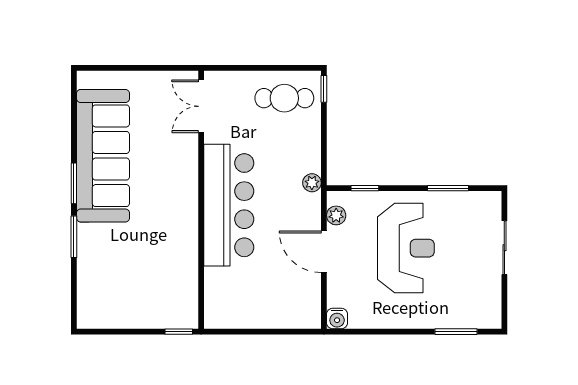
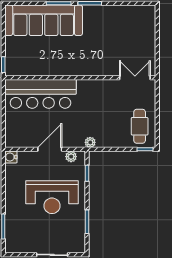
sofa: (103, 156) -> (44, 20), moved
bar counter: (229, 205) -> (40, 94), moved

